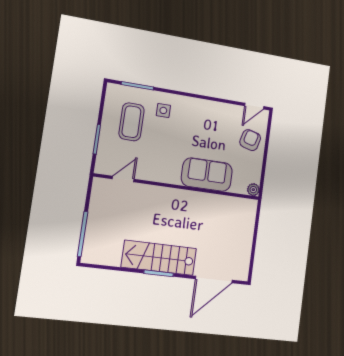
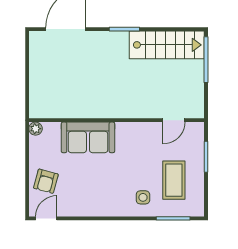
stairs: (159, 258) -> (167, 45), moved

